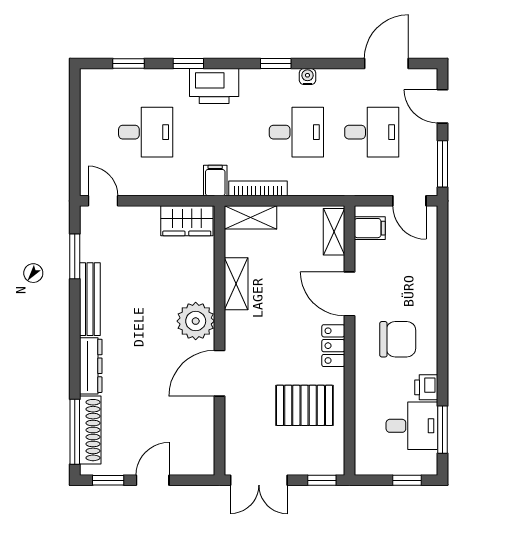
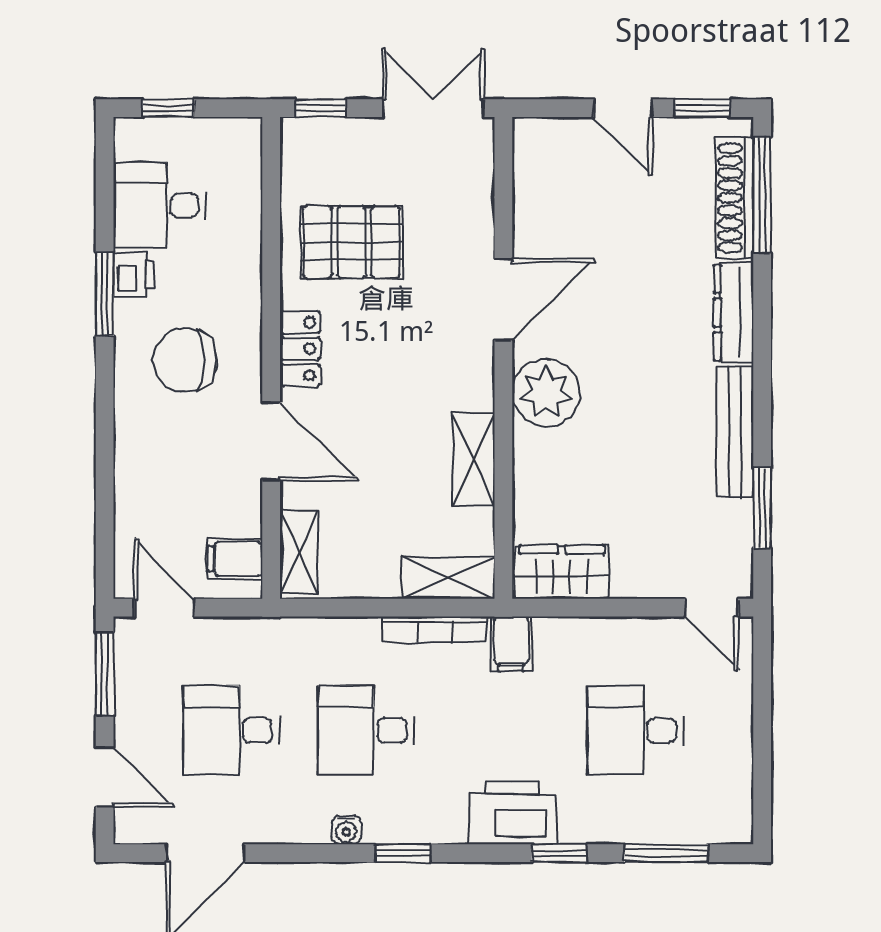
window: (129, 63) -> (666, 853), width x1.50
window: (443, 430) -> (105, 294), moved
door: (153, 480) -> (623, 108), hinge flipped

